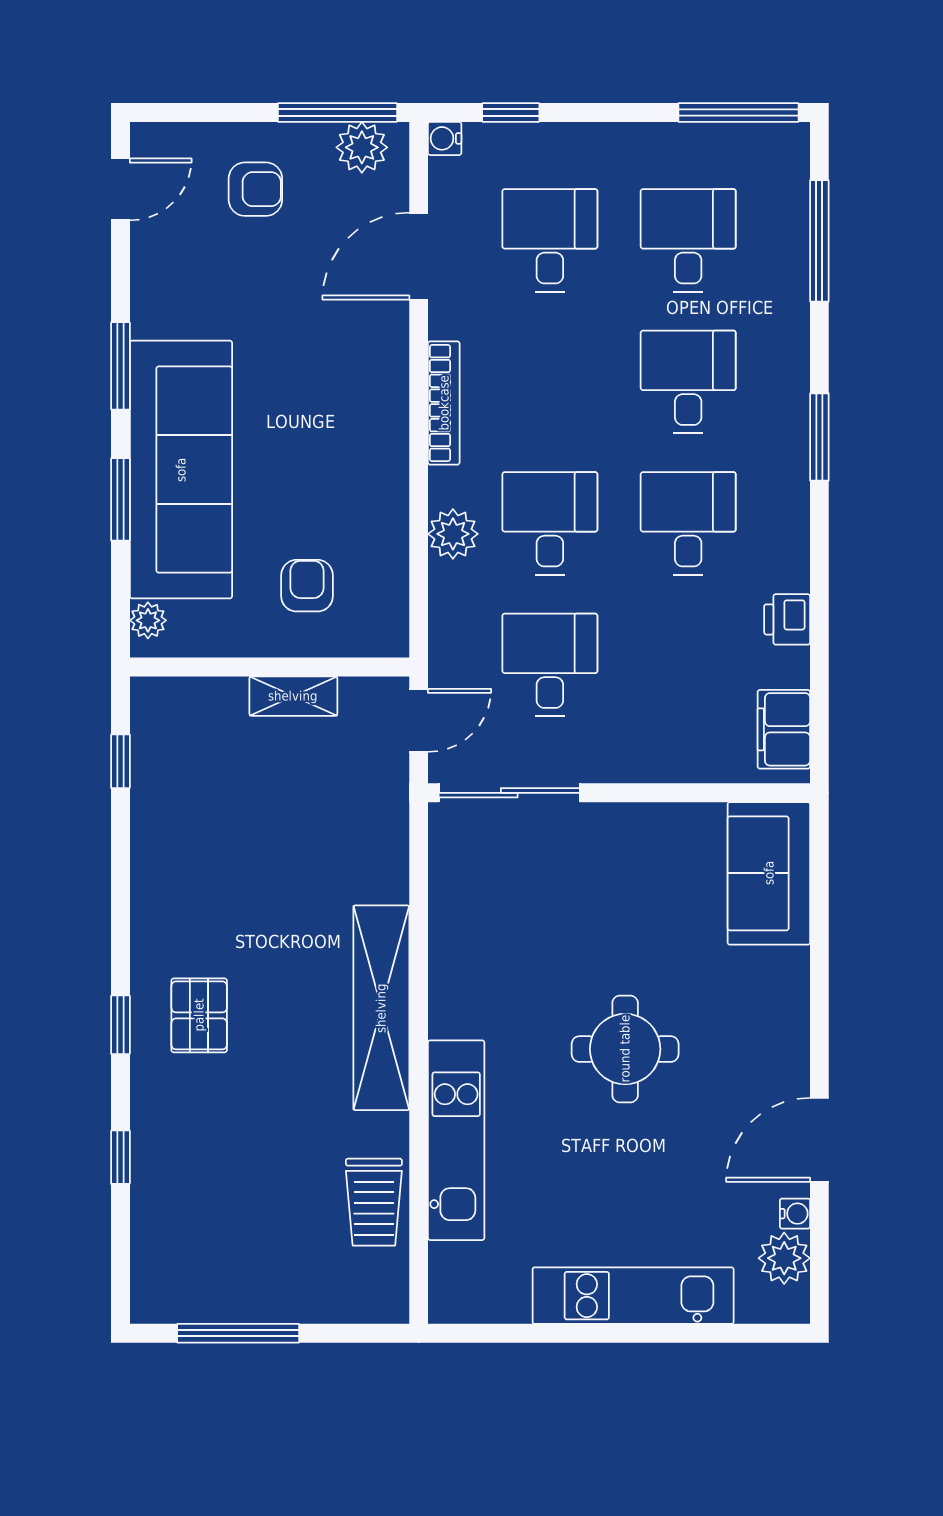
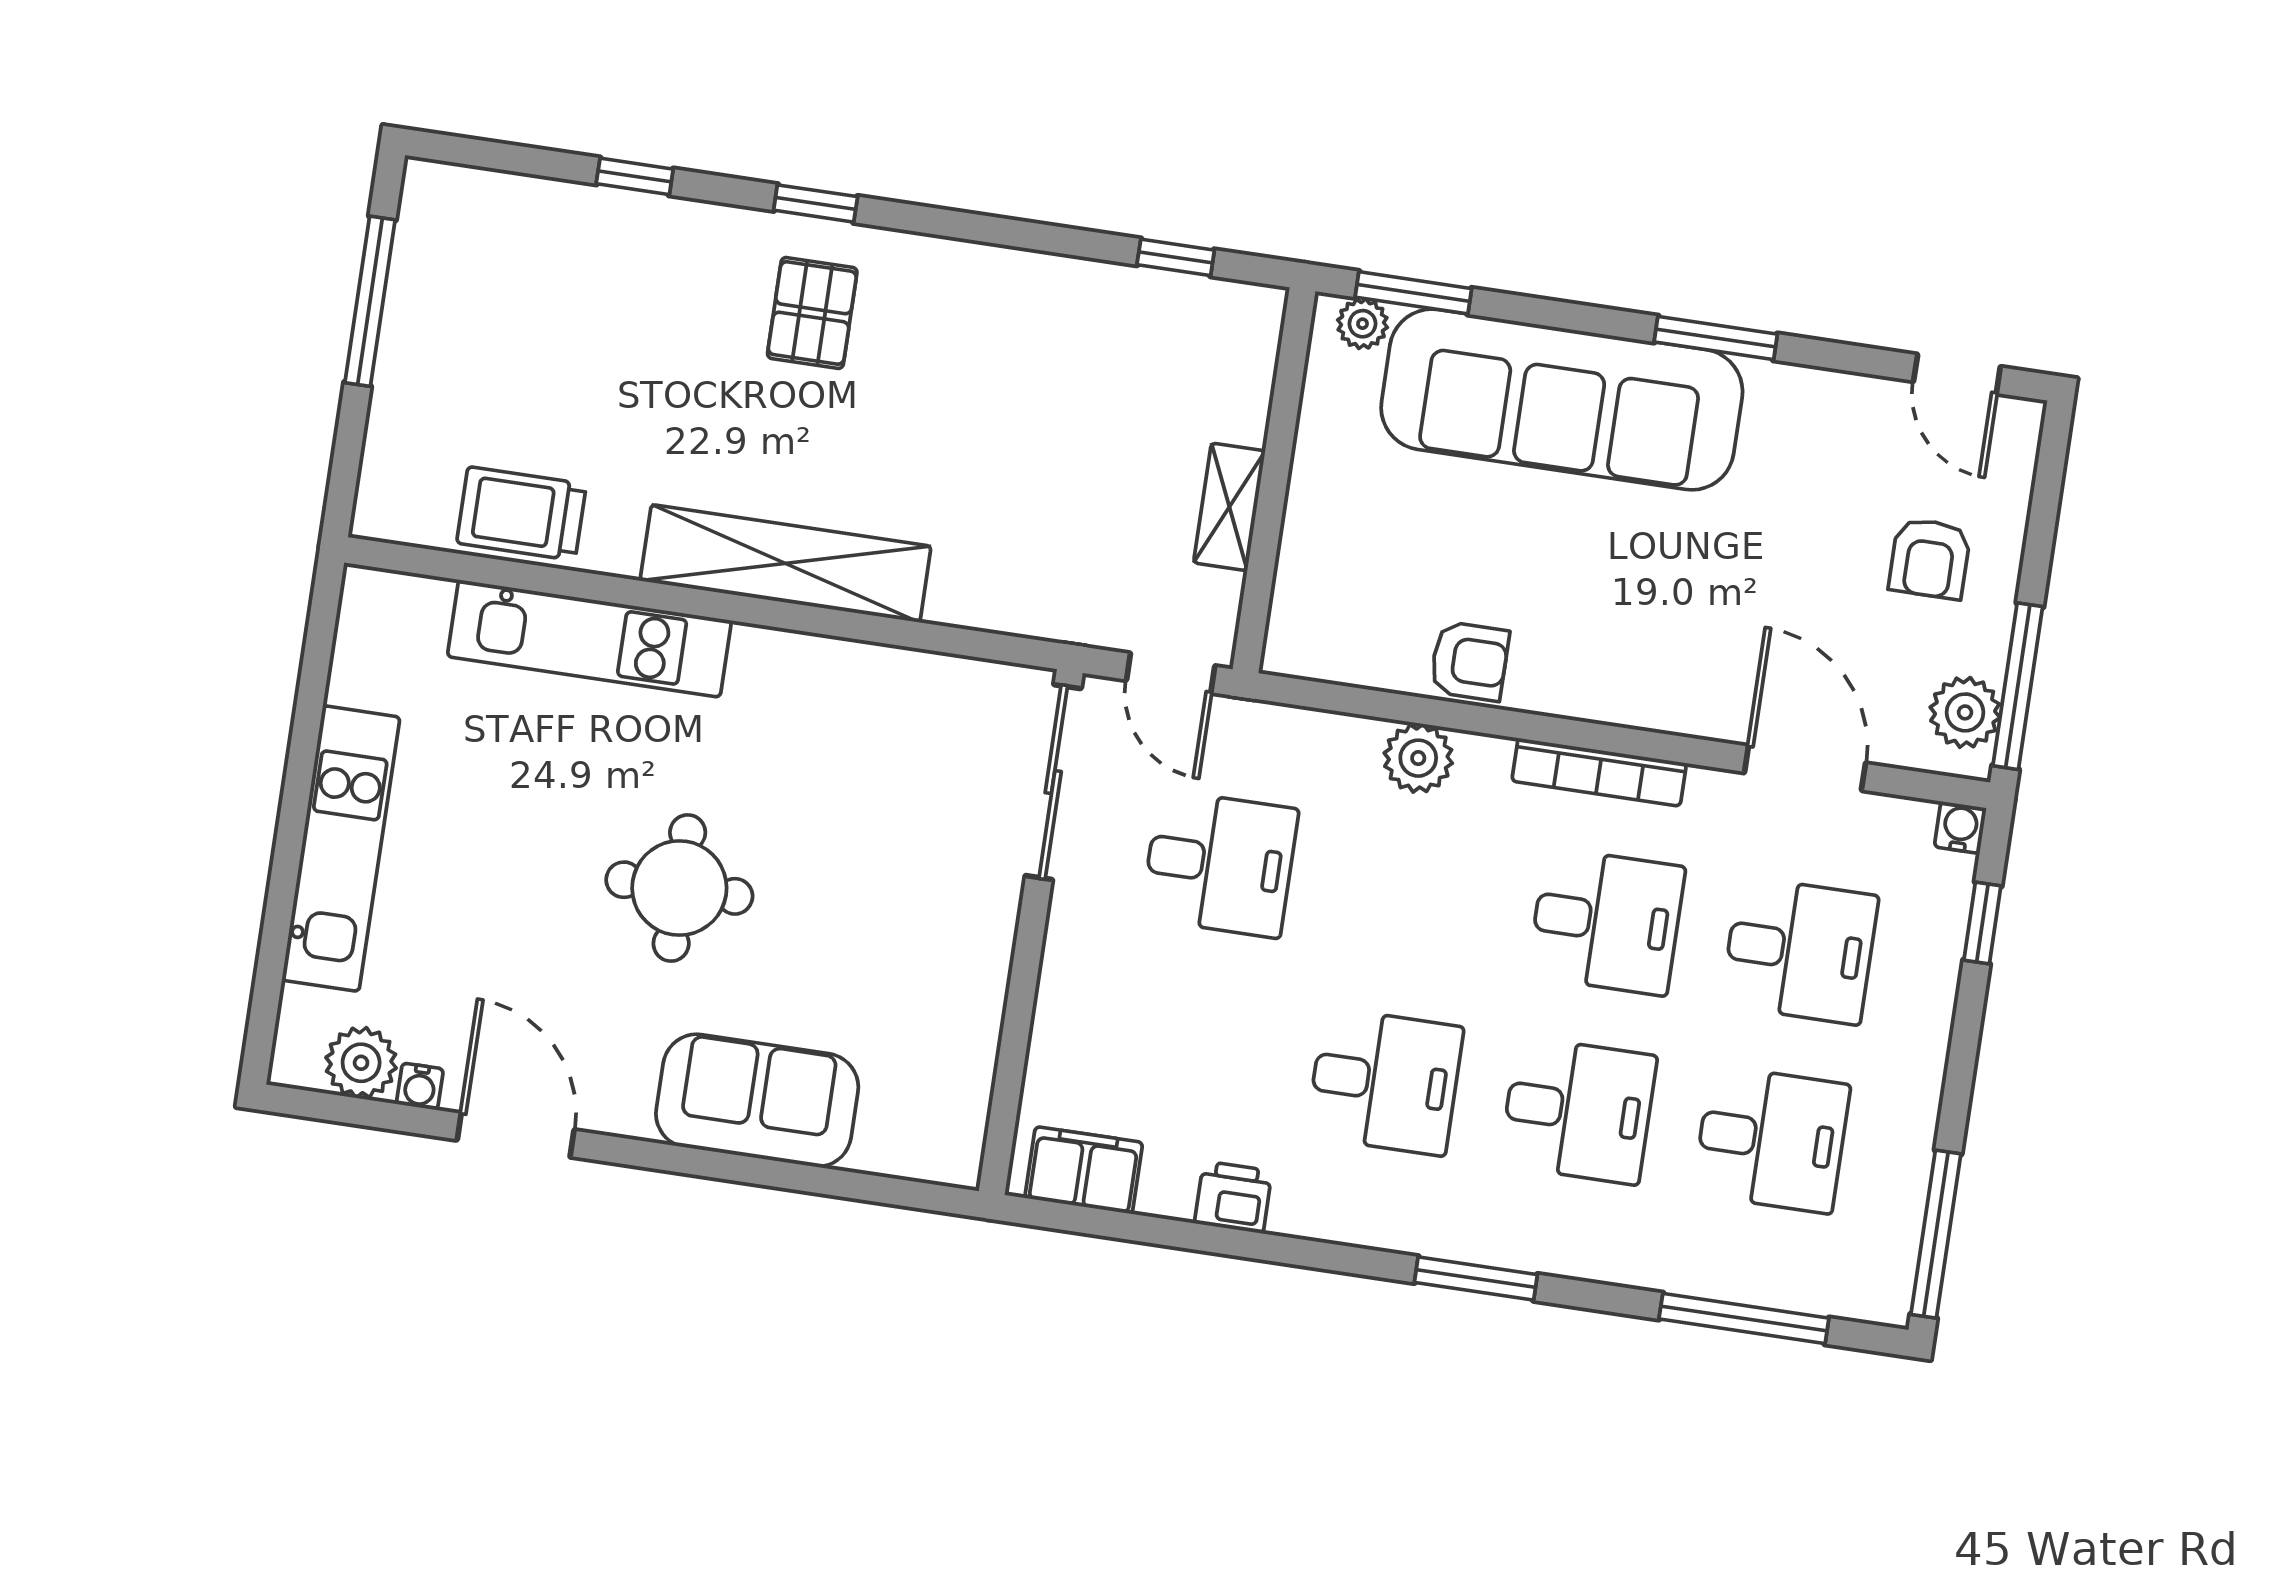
window: (120, 499) -> (1413, 293), moved
desk: (550, 523) -> (1606, 921), moved
armchair: (307, 586) -> (1469, 661), moved
sofa: (769, 873) -> (757, 1100), moved
pallet: (199, 1015) -> (812, 313), turned 90

